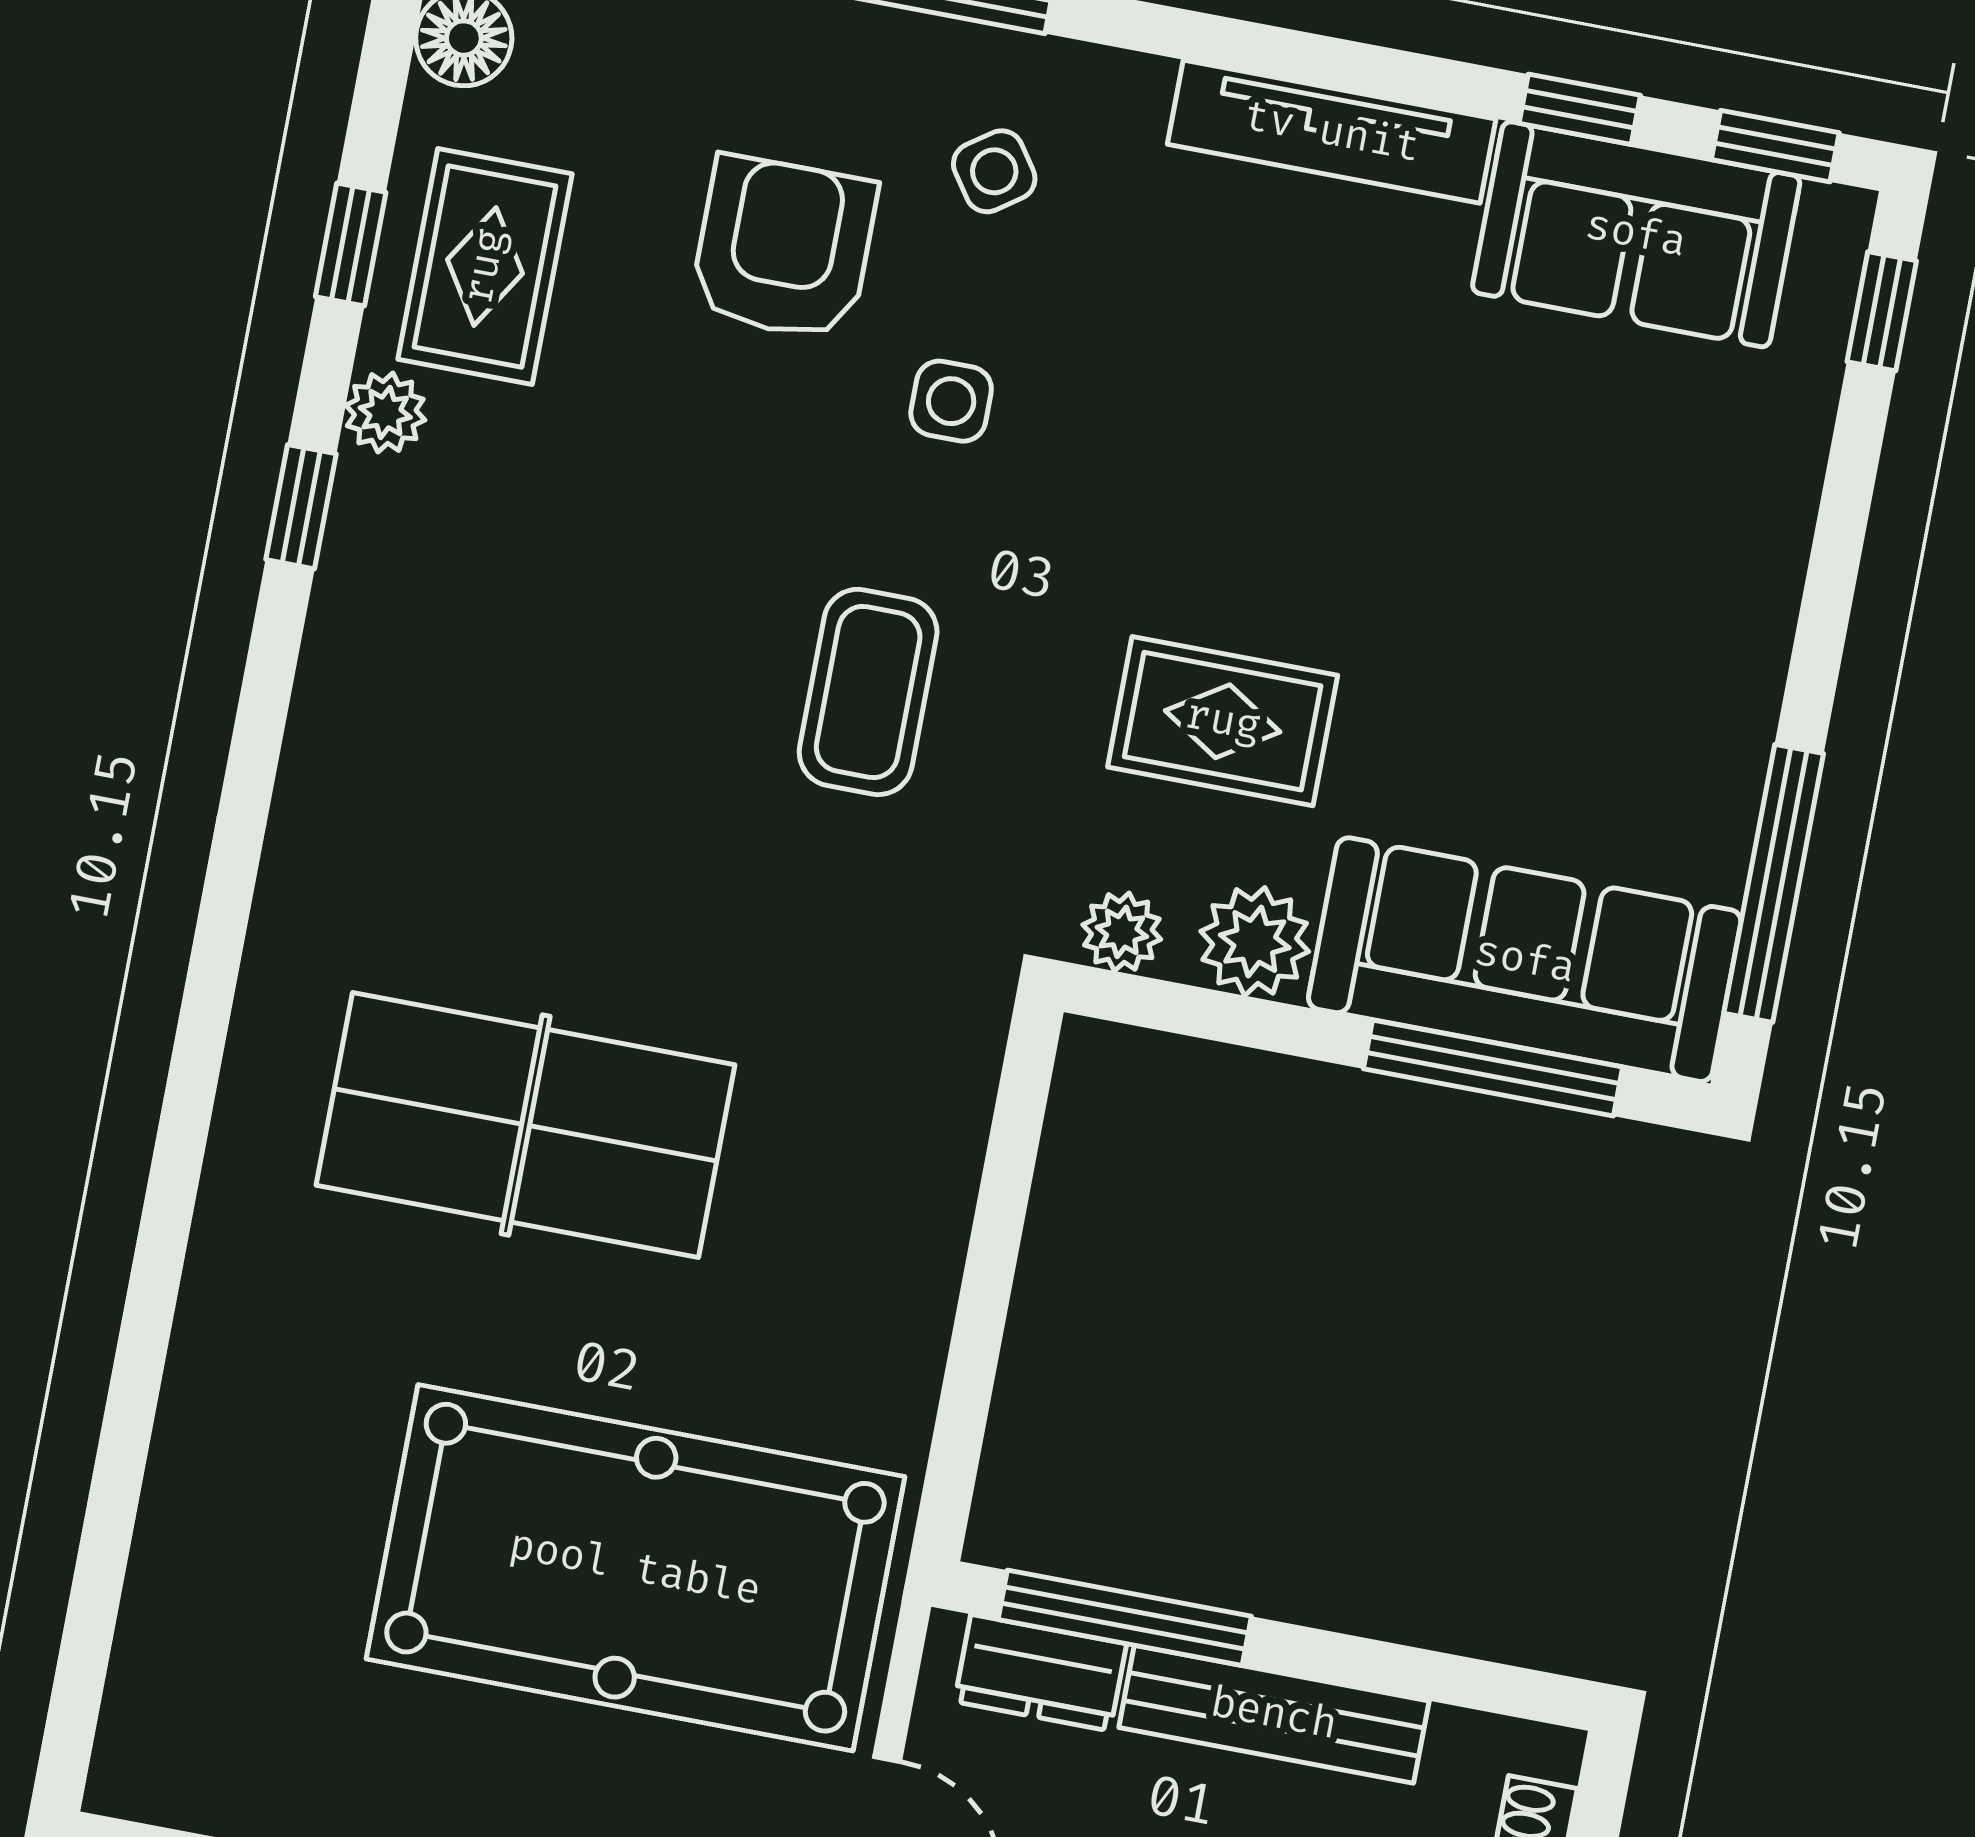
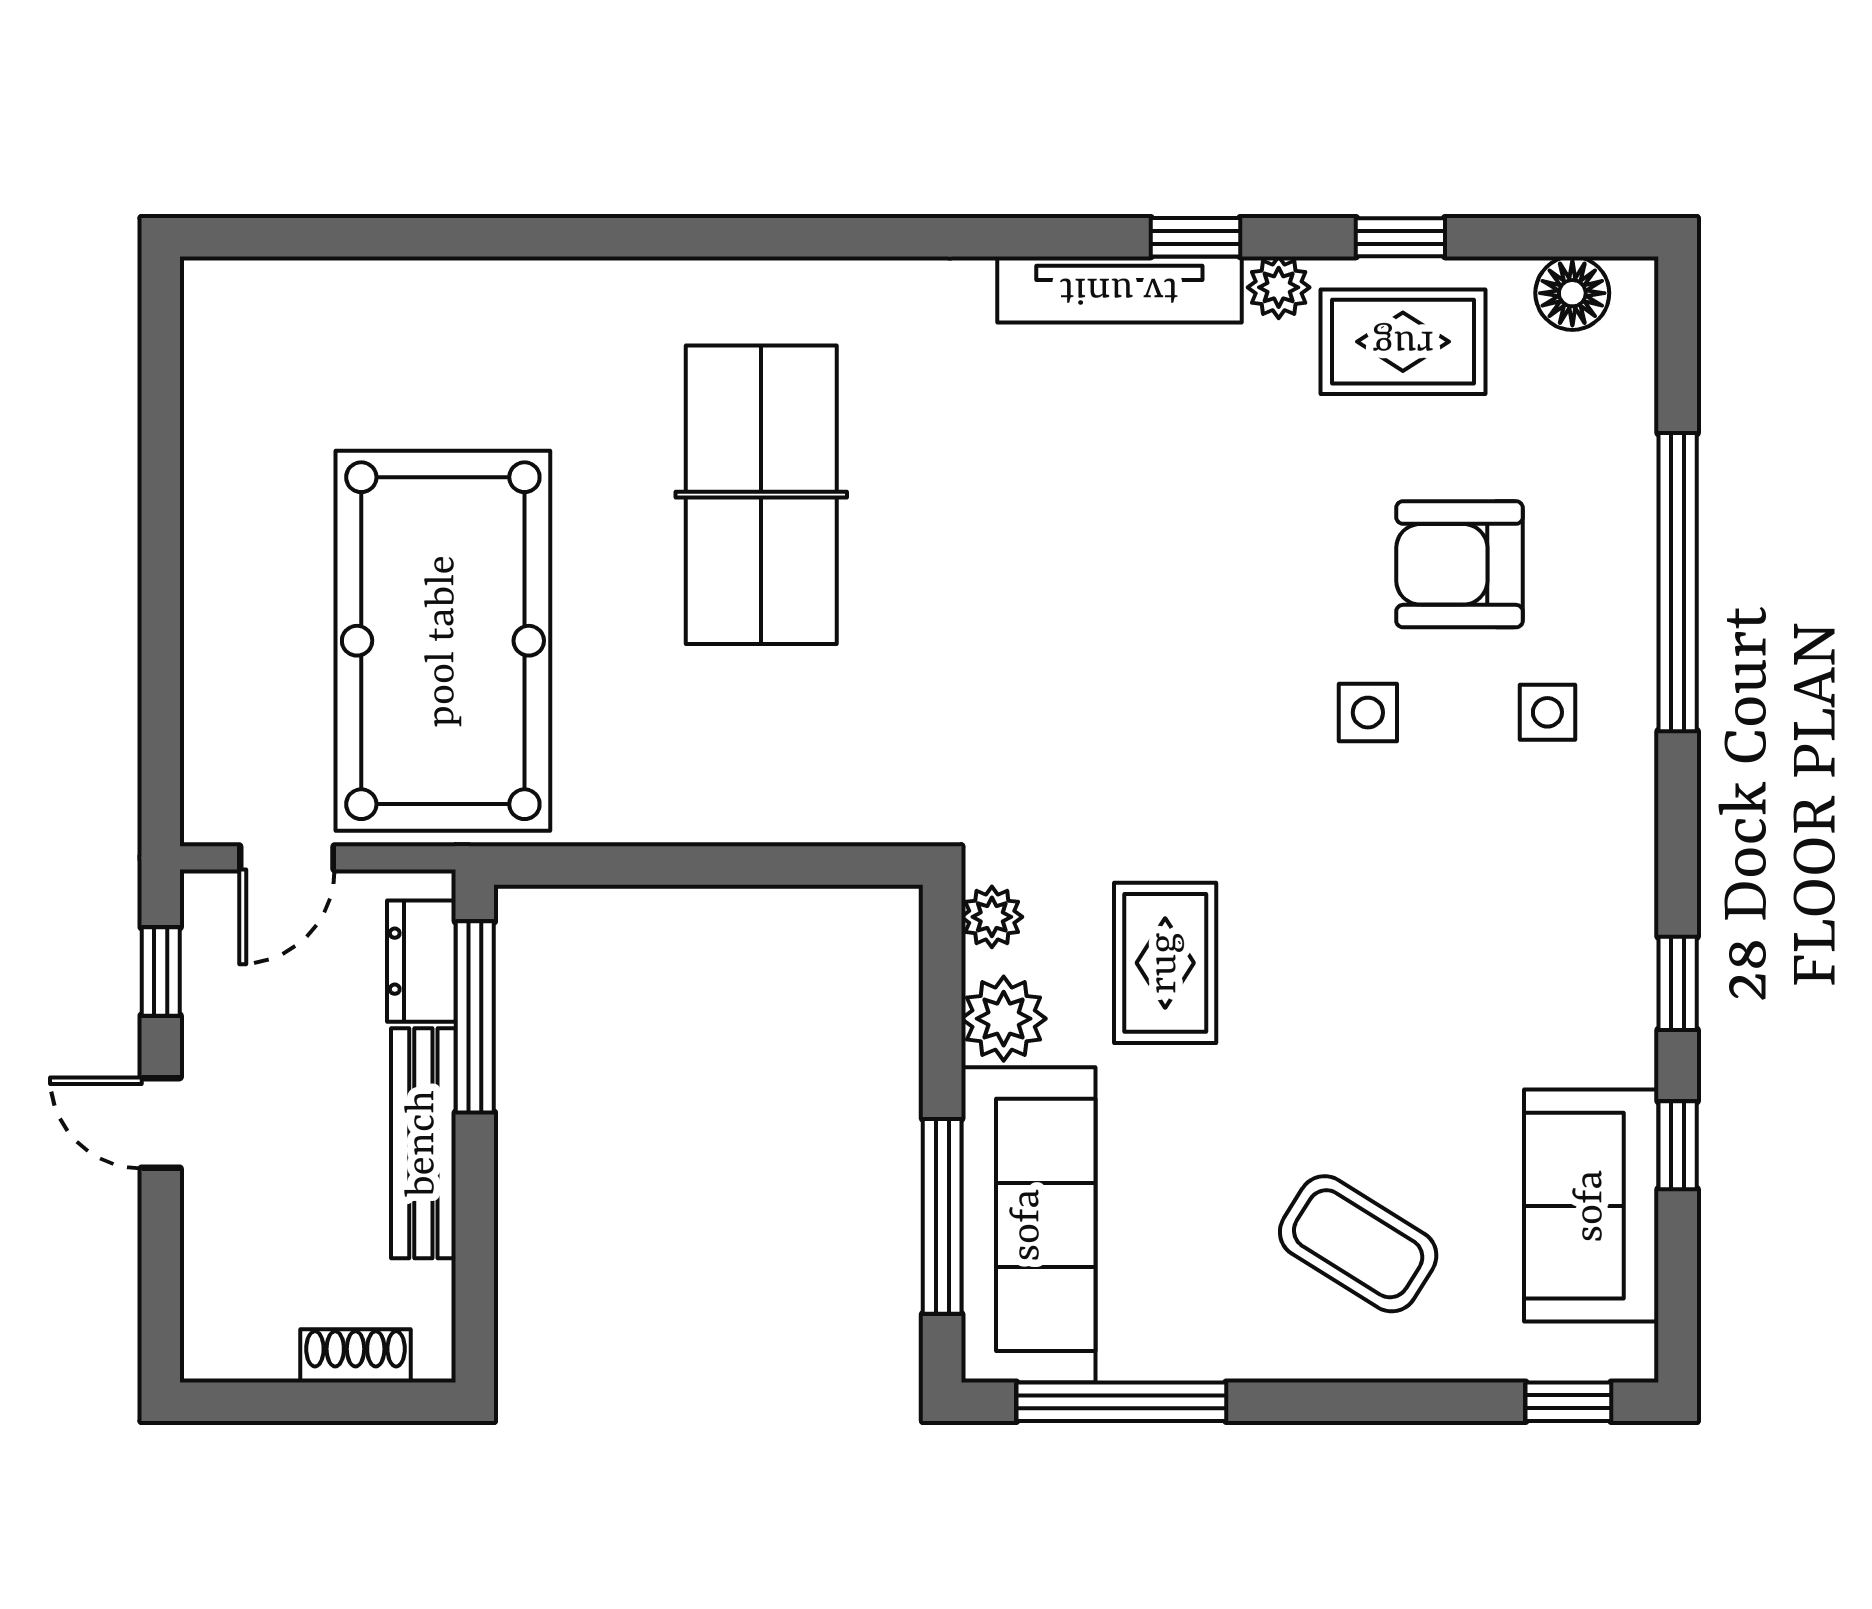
tv unit: (1332, 132) -> (1119, 289), moved, turned -90
window: (1775, 146) -> (1678, 983), moved
side table: (994, 171) -> (1547, 712), turned 35
armchair: (784, 248) -> (1460, 564), turned 180
coffee table: (868, 692) -> (1358, 1244), moved, turned 32

